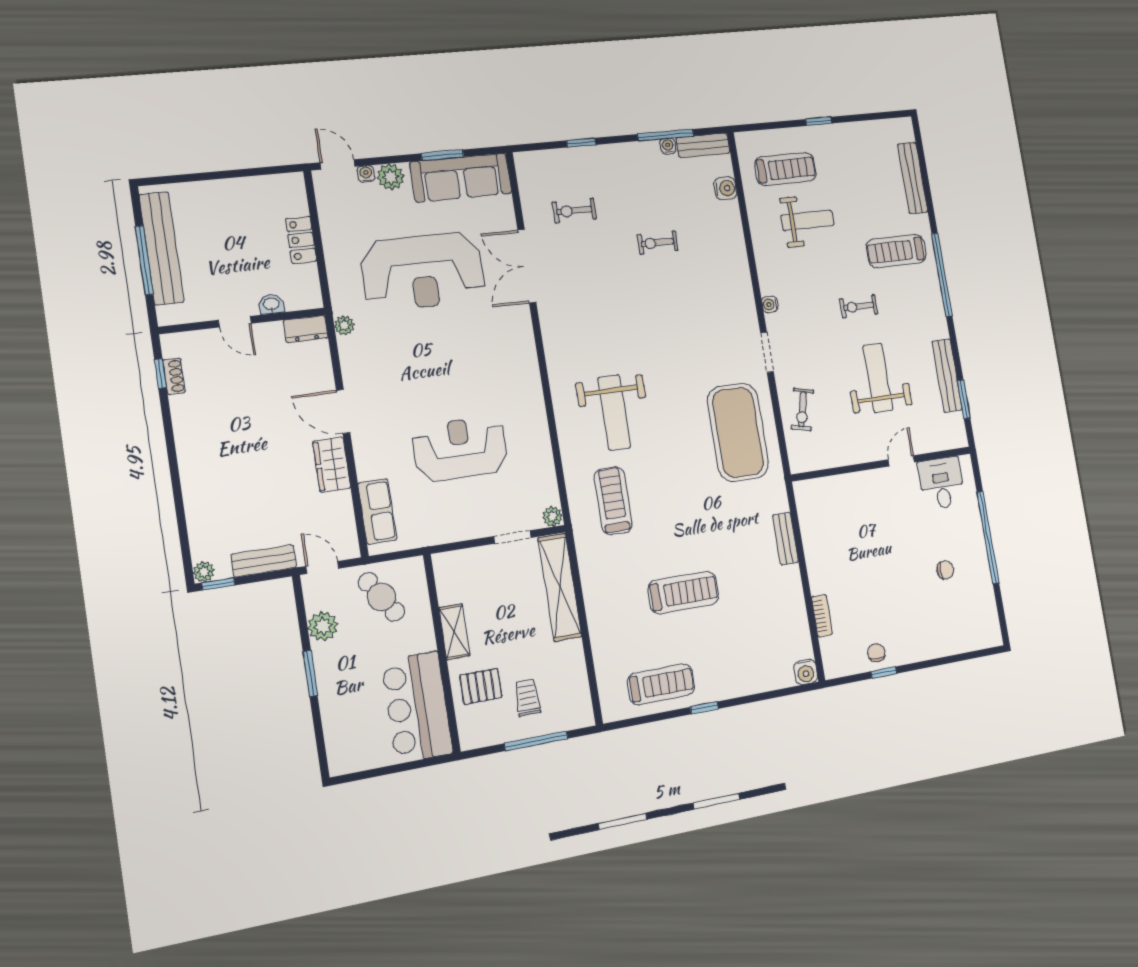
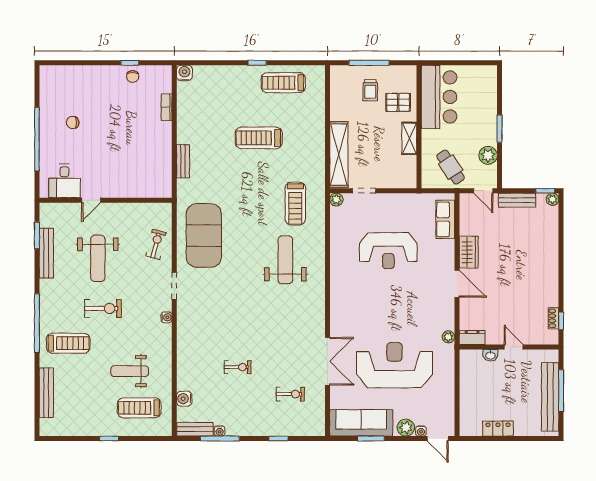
locker: (301, 240) -> (498, 429), moved, turned -90
exercise bike: (859, 306) -> (103, 308), width x1.38, depth x1.39

